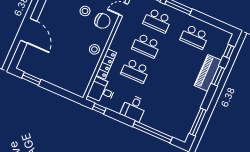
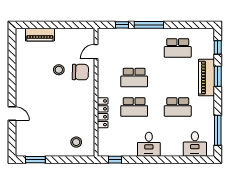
school desk: (157, 21) -> (178, 107), moved
door: (29, 31) -> (12, 114), width x0.53
stool: (94, 49) -> (76, 142), moved
desk: (102, 91) -> (195, 144), moved, turned -90
window: (152, 132) -> (178, 160), removed

